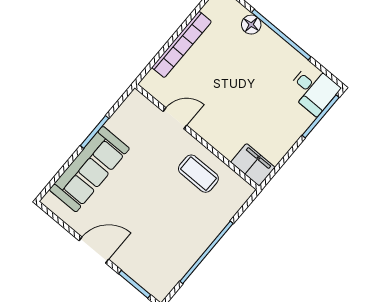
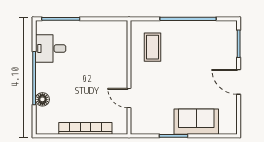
desk: (313, 89) -> (51, 49), moved, turned -90
filing cabinet: (253, 165) -> (119, 34), removed
sofa: (89, 169) -> (196, 122), width x0.73
coffee table: (198, 174) -> (153, 47), moved

